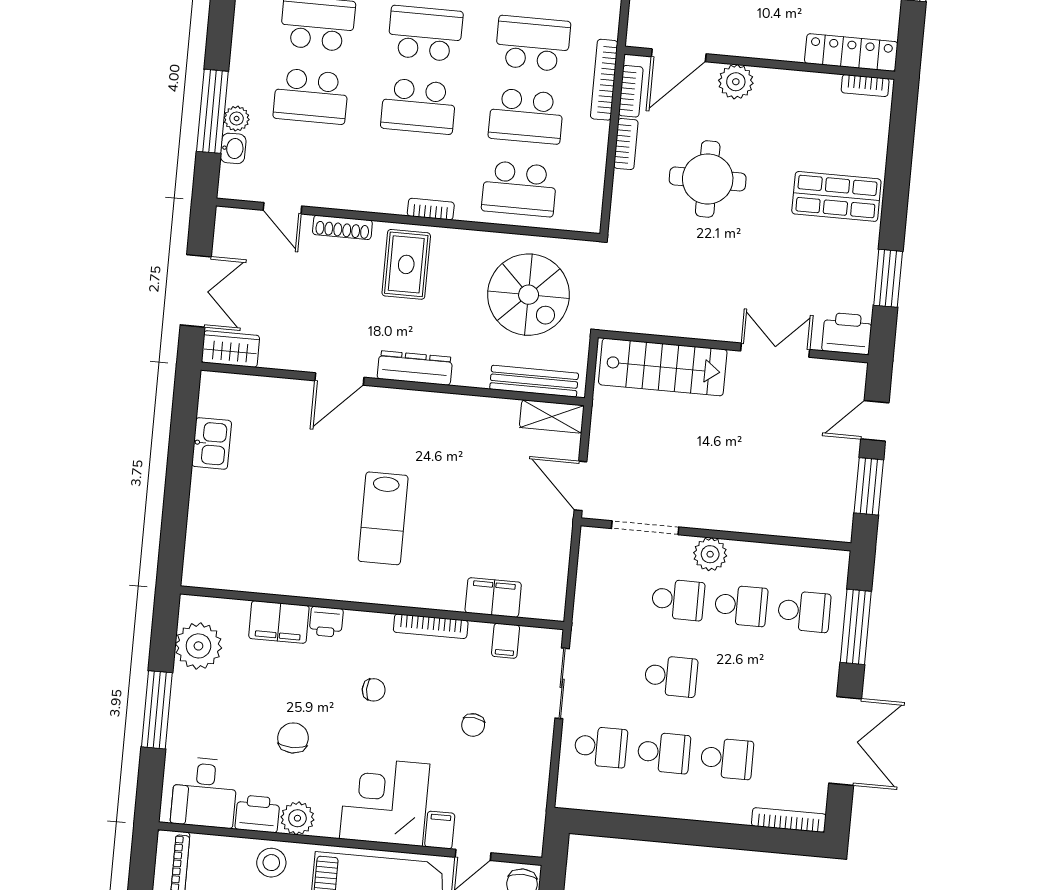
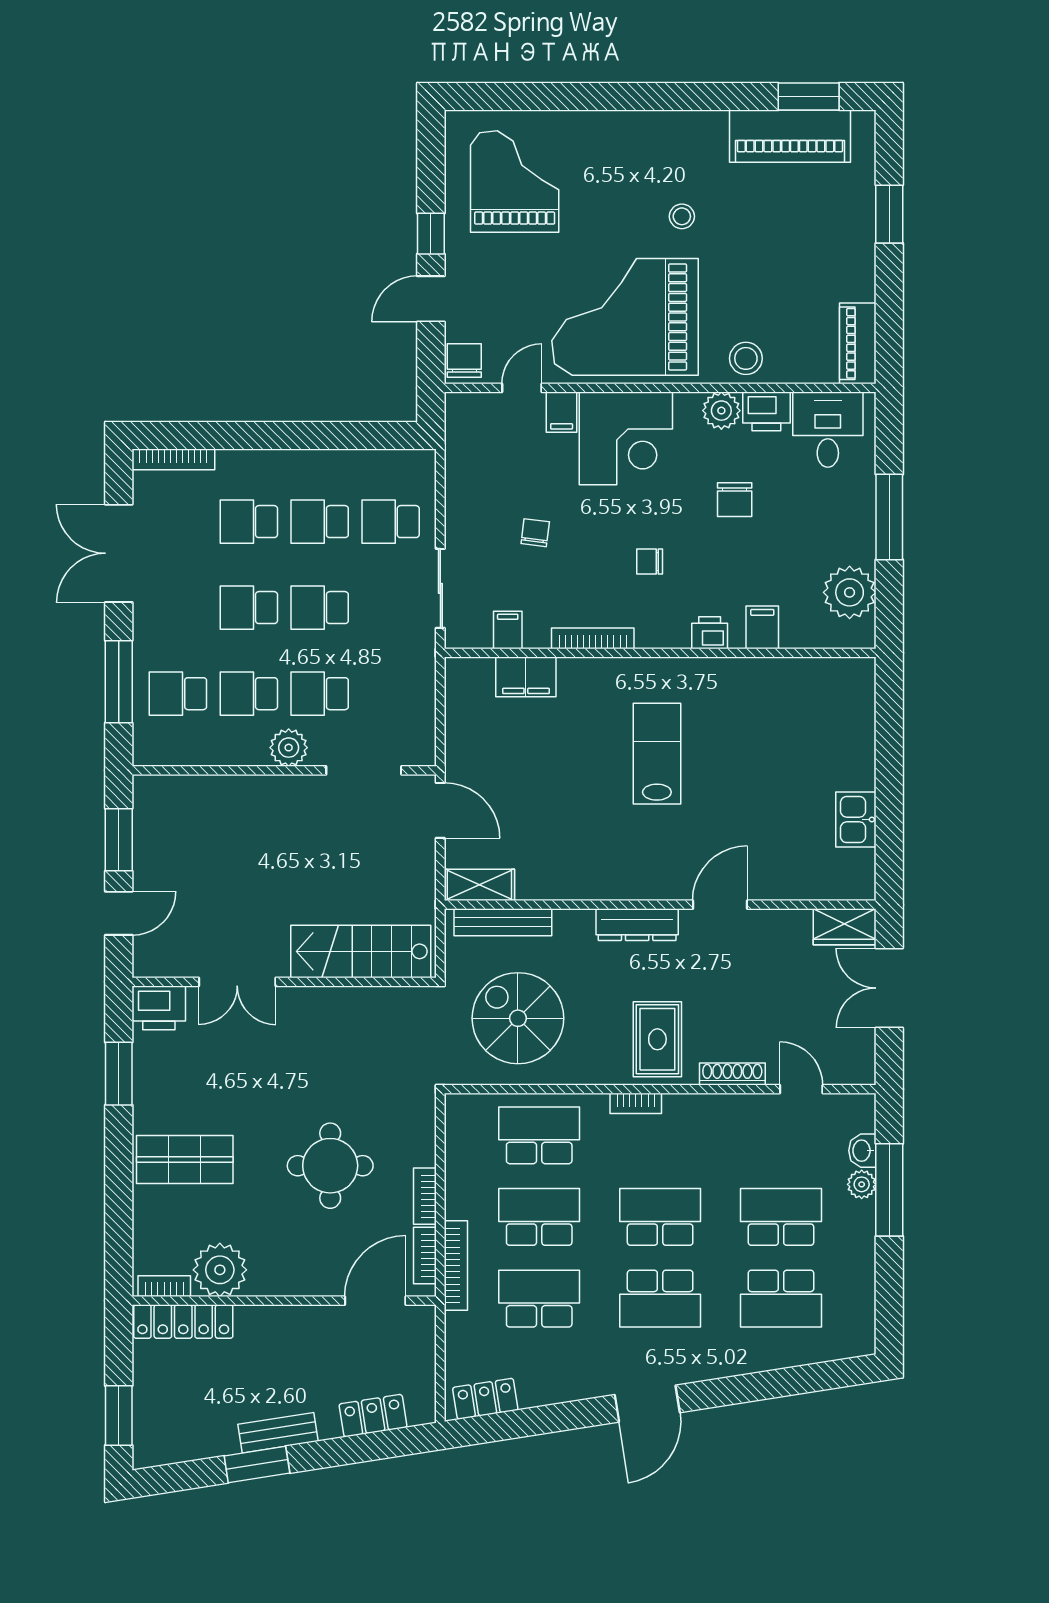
school desk: (533, 43) -> (539, 1299), turned 180
plant: (736, 82) -> (220, 1270), moved, width x1.36, depth x1.36
filing cabinet: (279, 622) -> (762, 627), width x0.50
school desk: (734, 682) -> (249, 608), added

